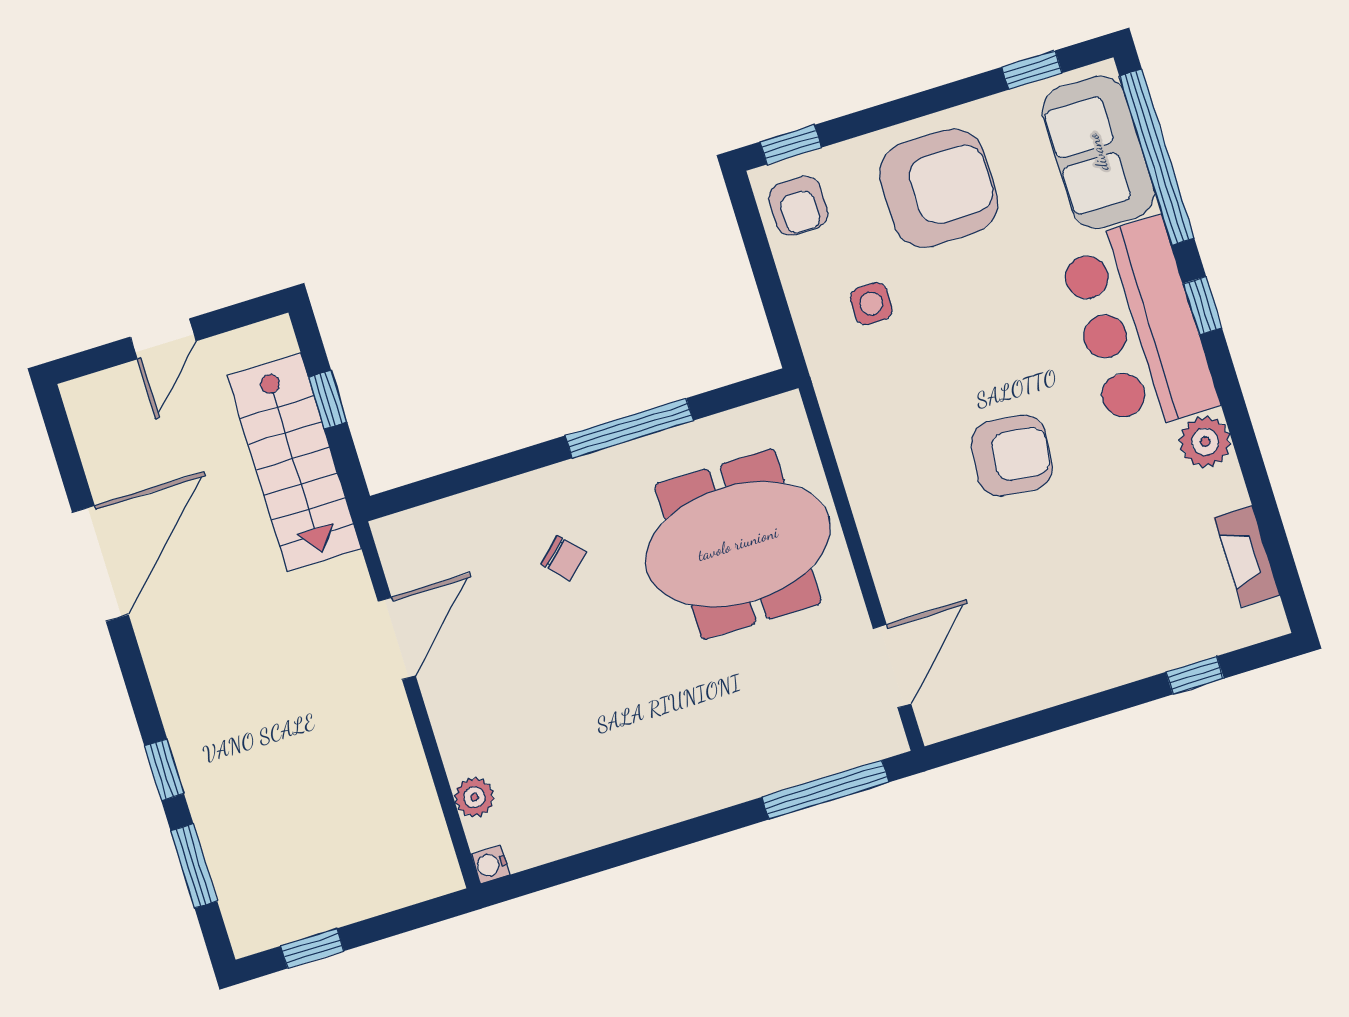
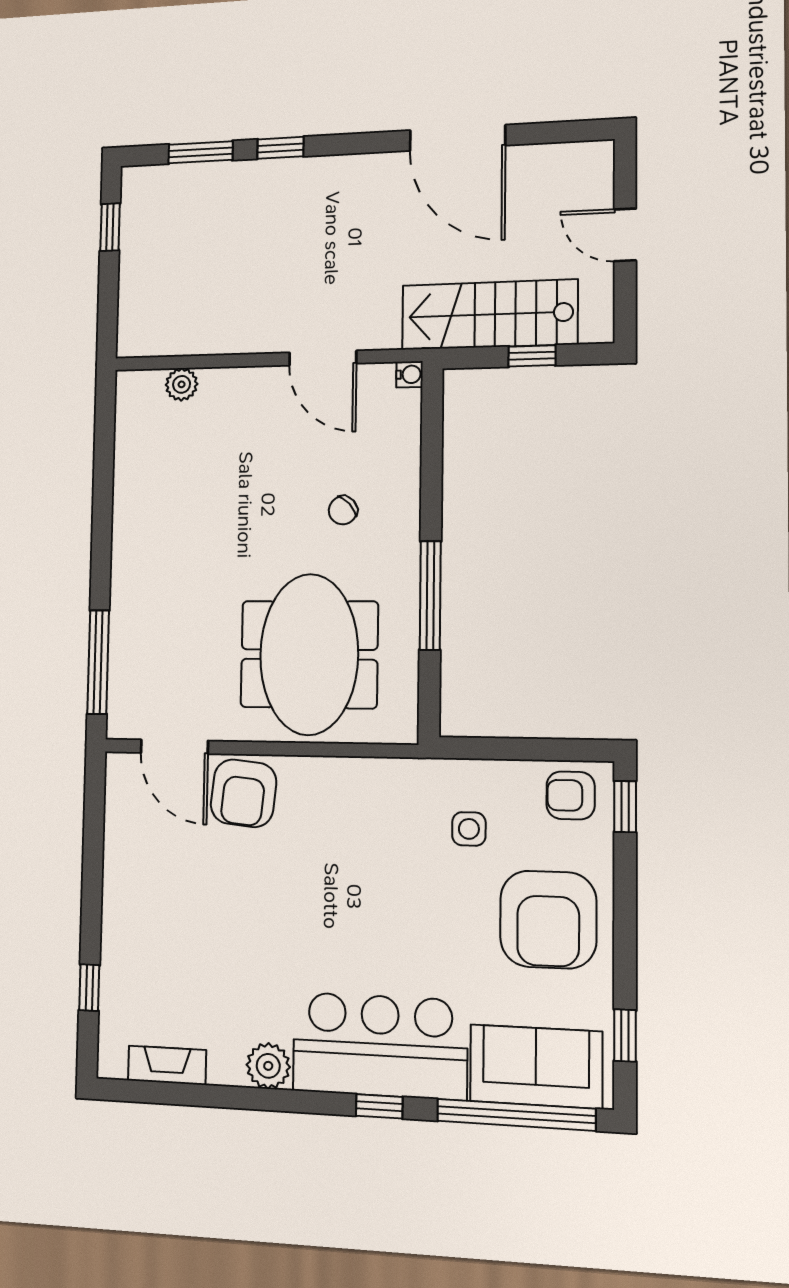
armchair: (1012, 456) -> (244, 793), moved
water cooler: (490, 865) -> (409, 374), moved, turned 90

